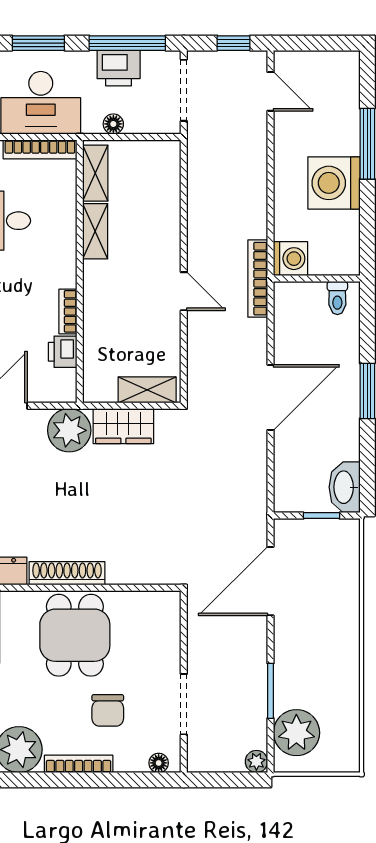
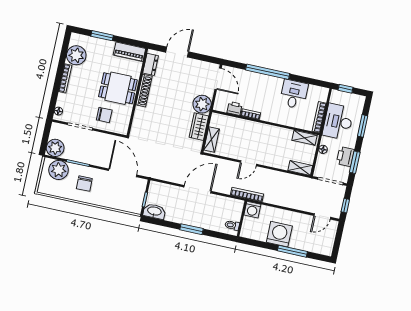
window: (127, 43) -> (355, 162), width x0.69
shelving: (95, 231) -> (300, 168), moved
door: (271, 397) -> (198, 189), swing flipped
chair: (315, 665) -> (84, 184), added
chair: (108, 710) -> (104, 115), moved, turned 180
plant: (256, 762) -> (55, 148), width x1.88, depth x1.88

